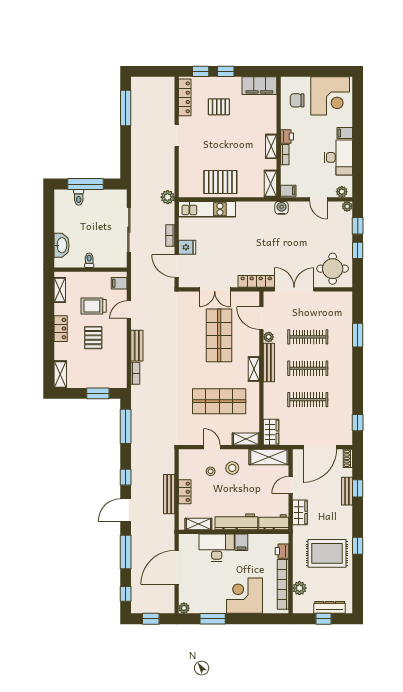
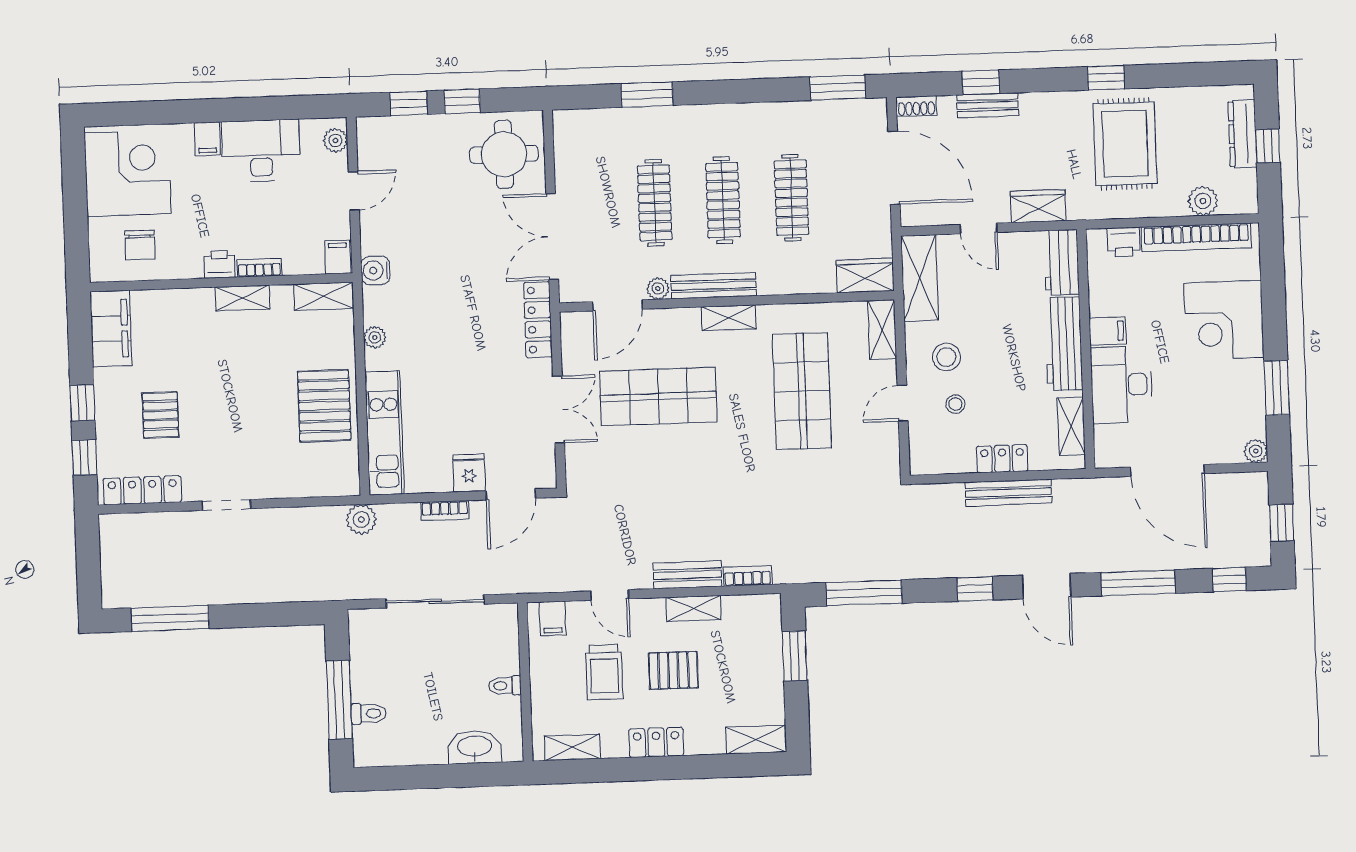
plant: (347, 206) -> (375, 337), moved
shelving: (121, 348) -> (693, 608), added
window: (358, 423) -> (838, 88), width x1.50

